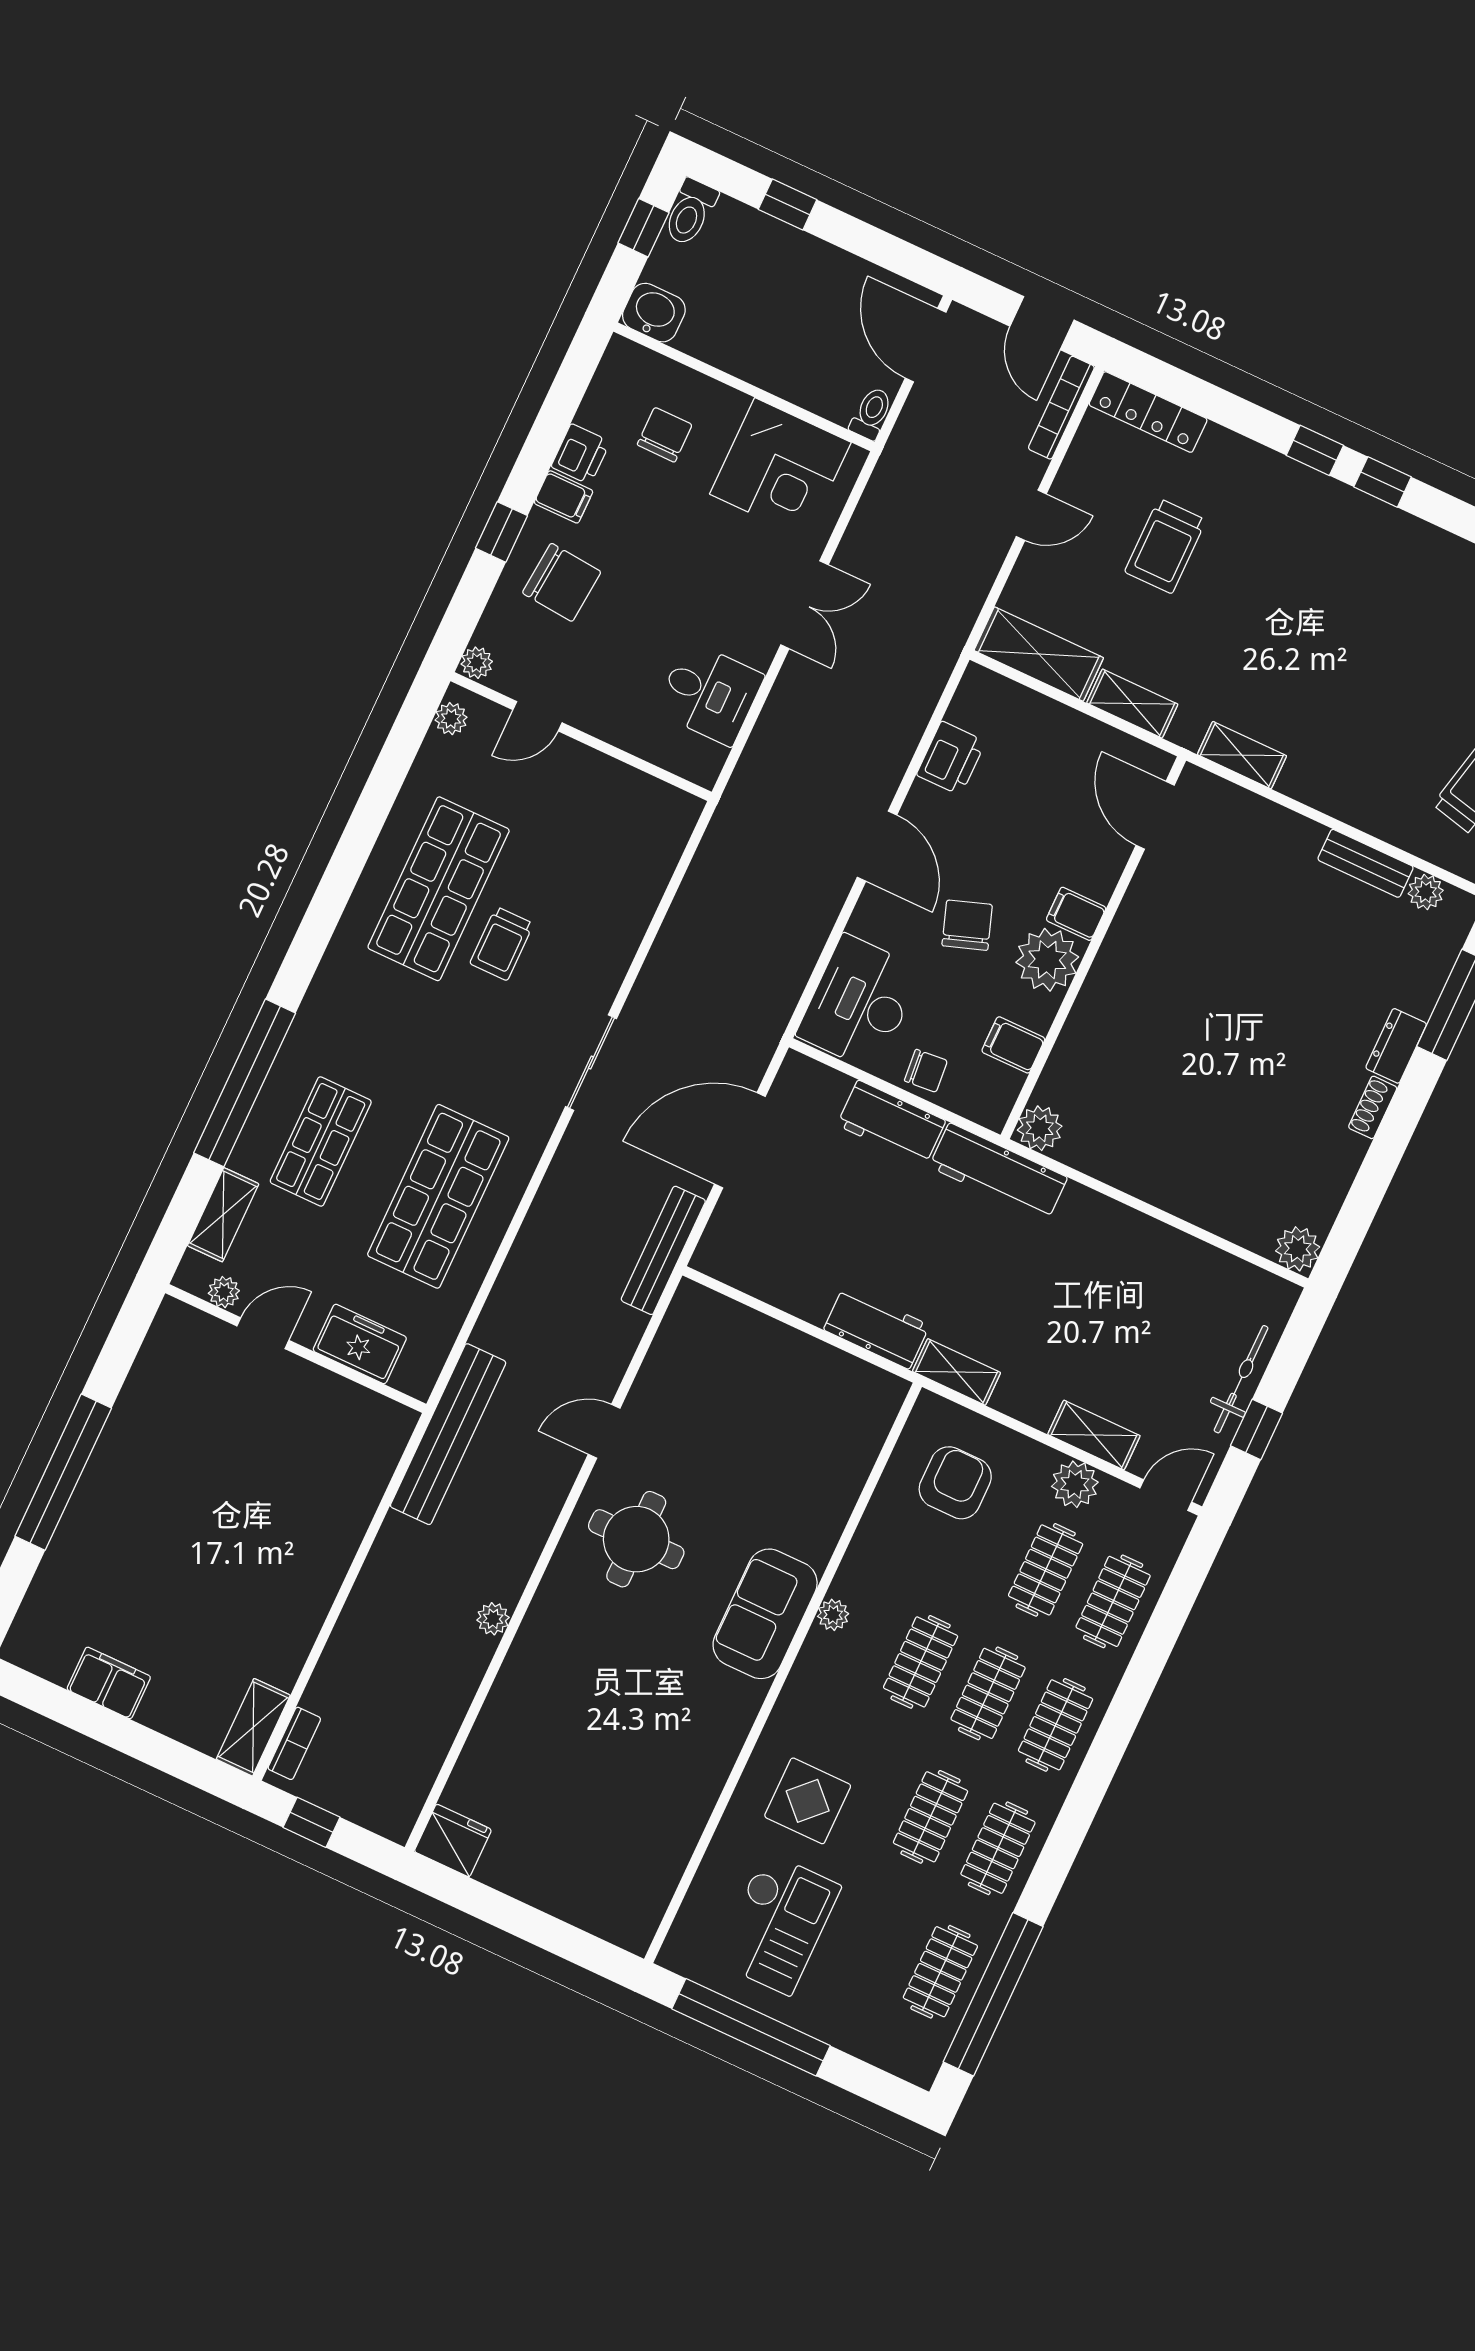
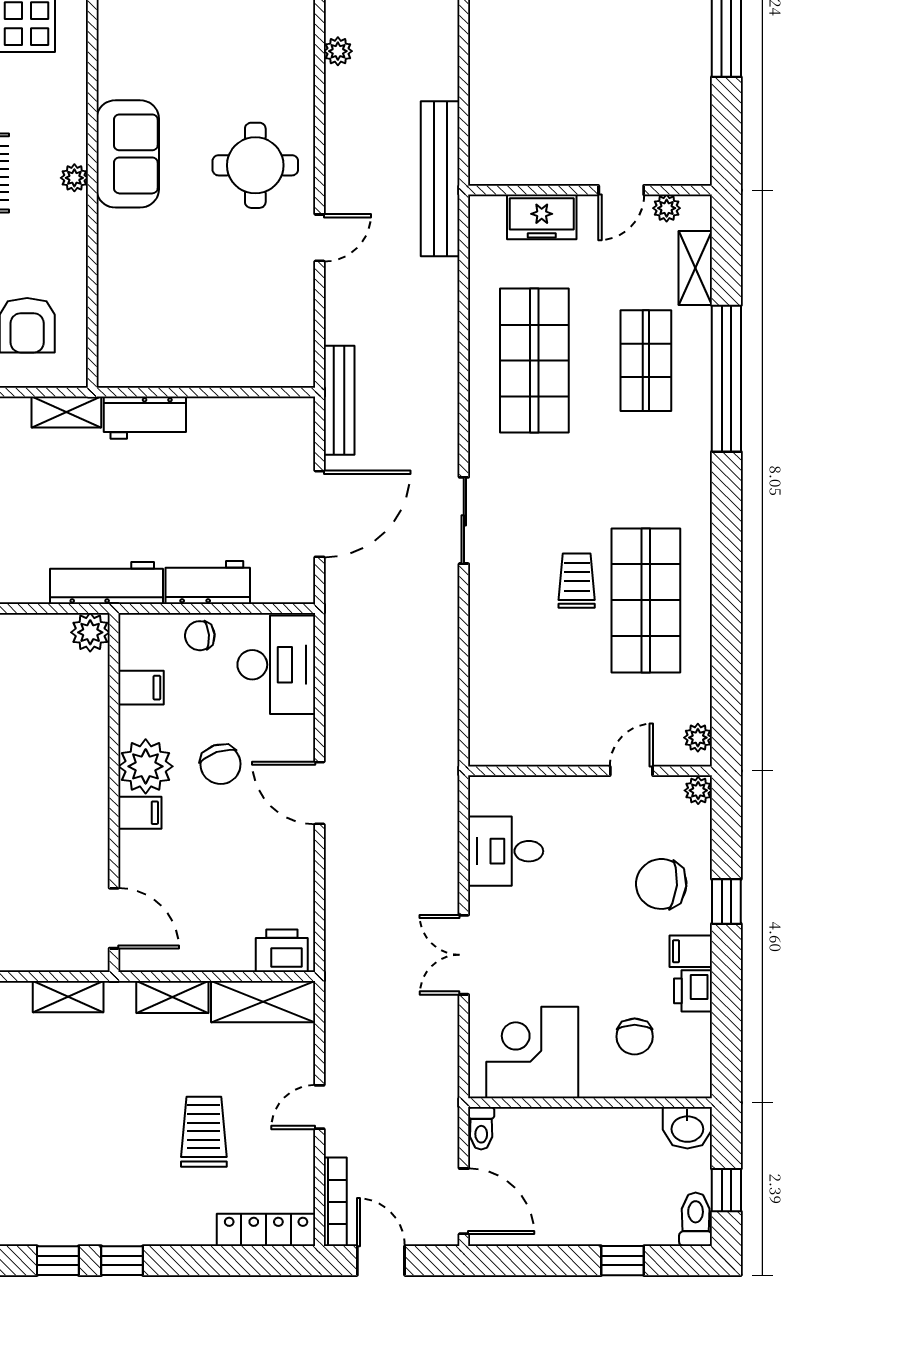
printer: (951, 758) -> (282, 951), moved, turned 90

